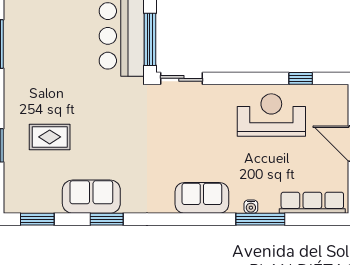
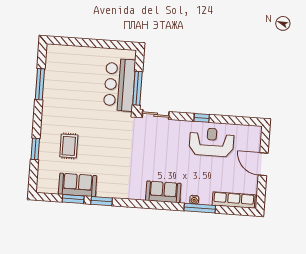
window: (301, 78) -> (202, 118), moved
rug: (50, 137) -> (69, 146), turned 90
sofa: (91, 197) -> (78, 185), moved
window: (37, 219) -> (73, 199), moved

